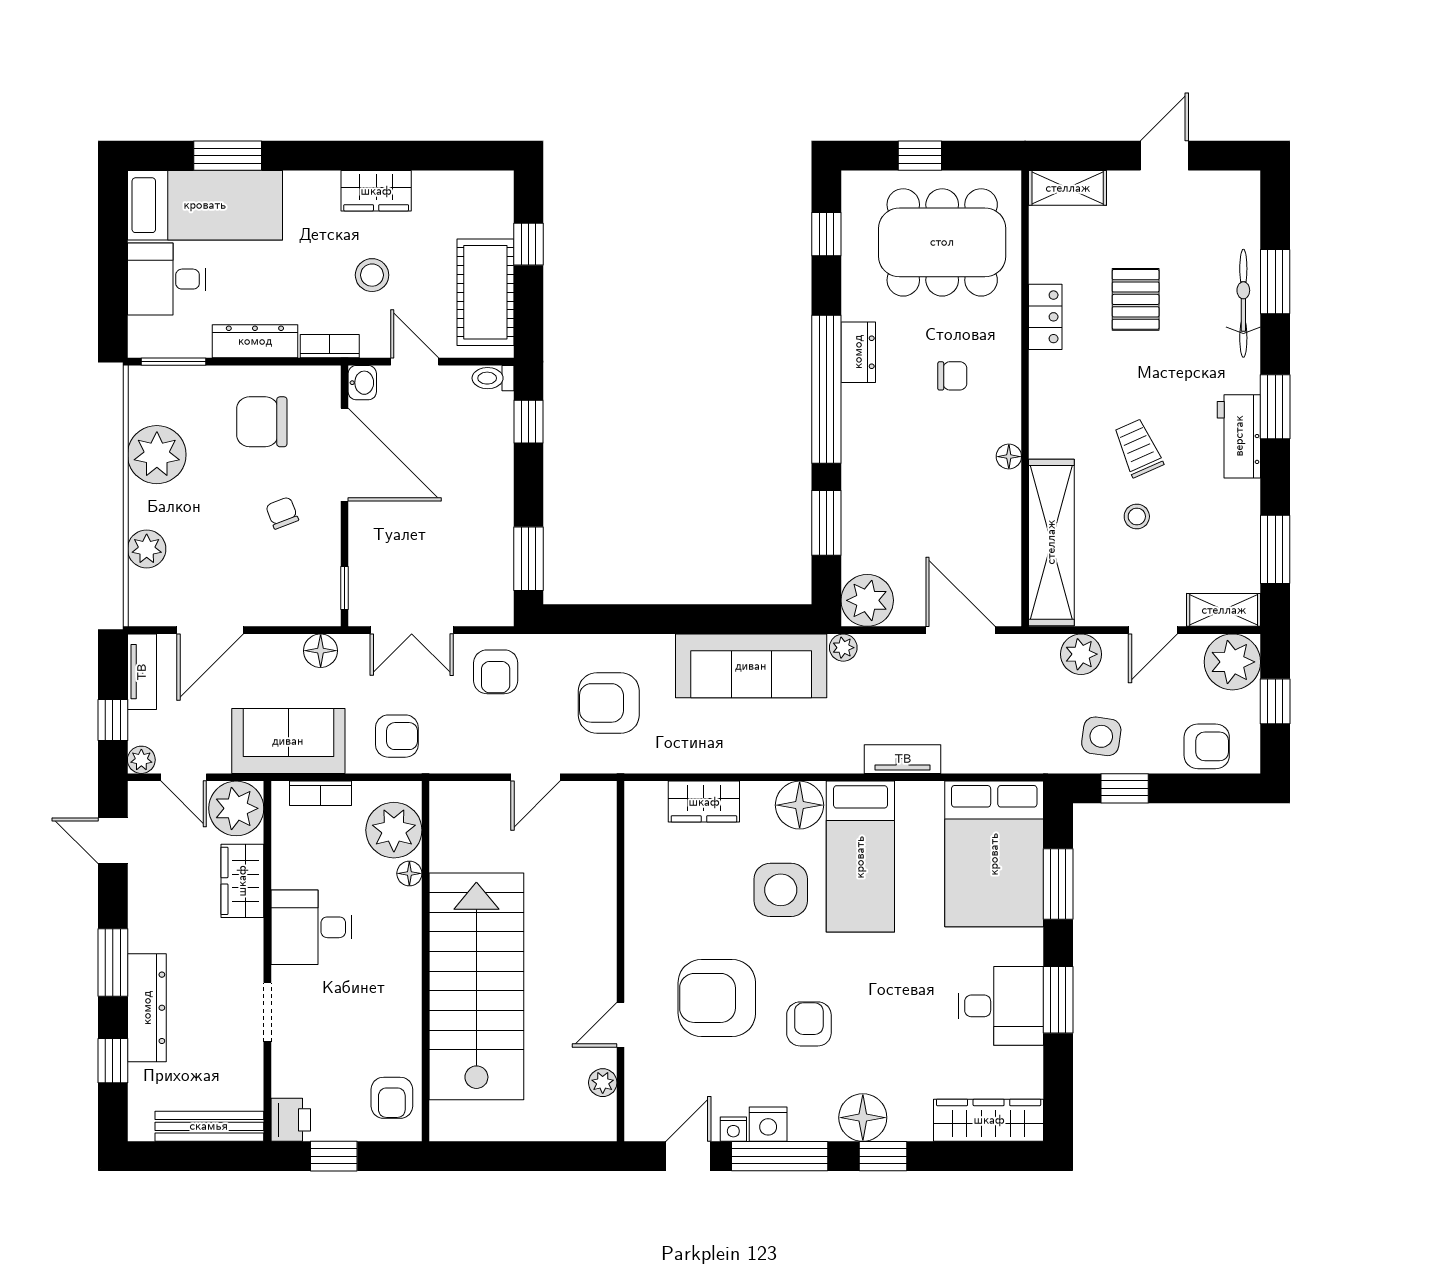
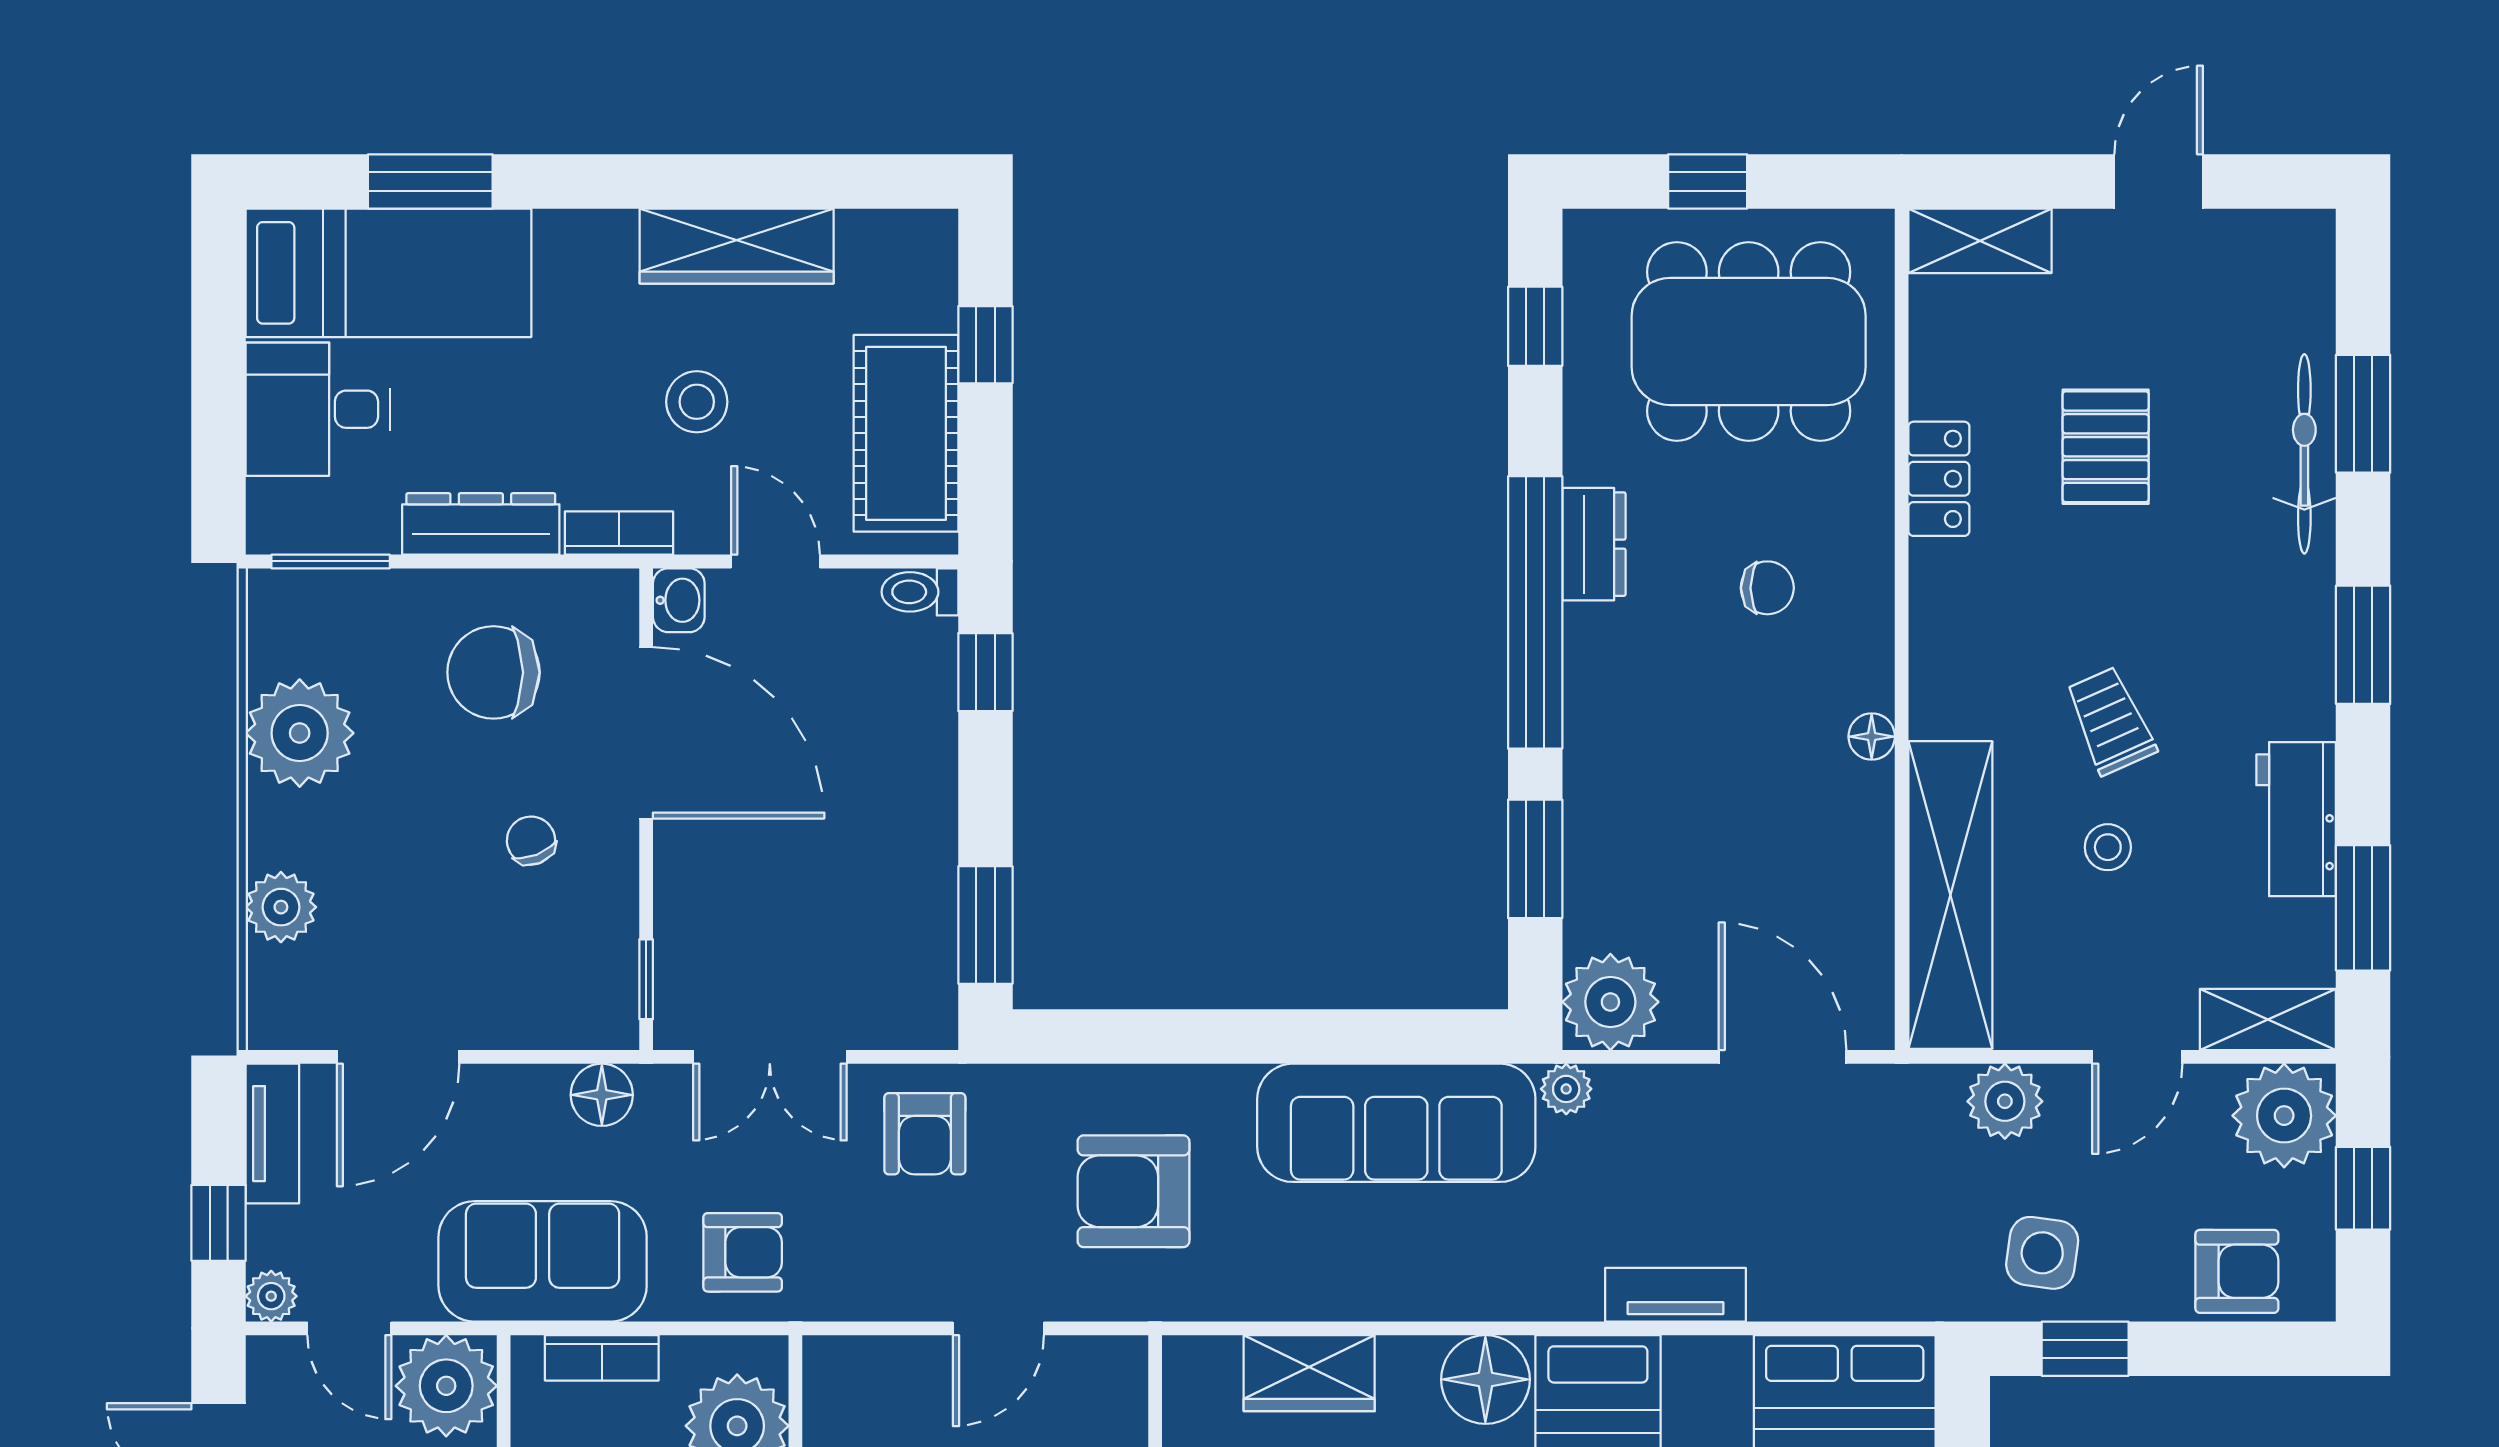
wardrobe: (376, 191) -> (737, 246), width x1.50
workbench: (1239, 436) -> (2296, 819), moved

